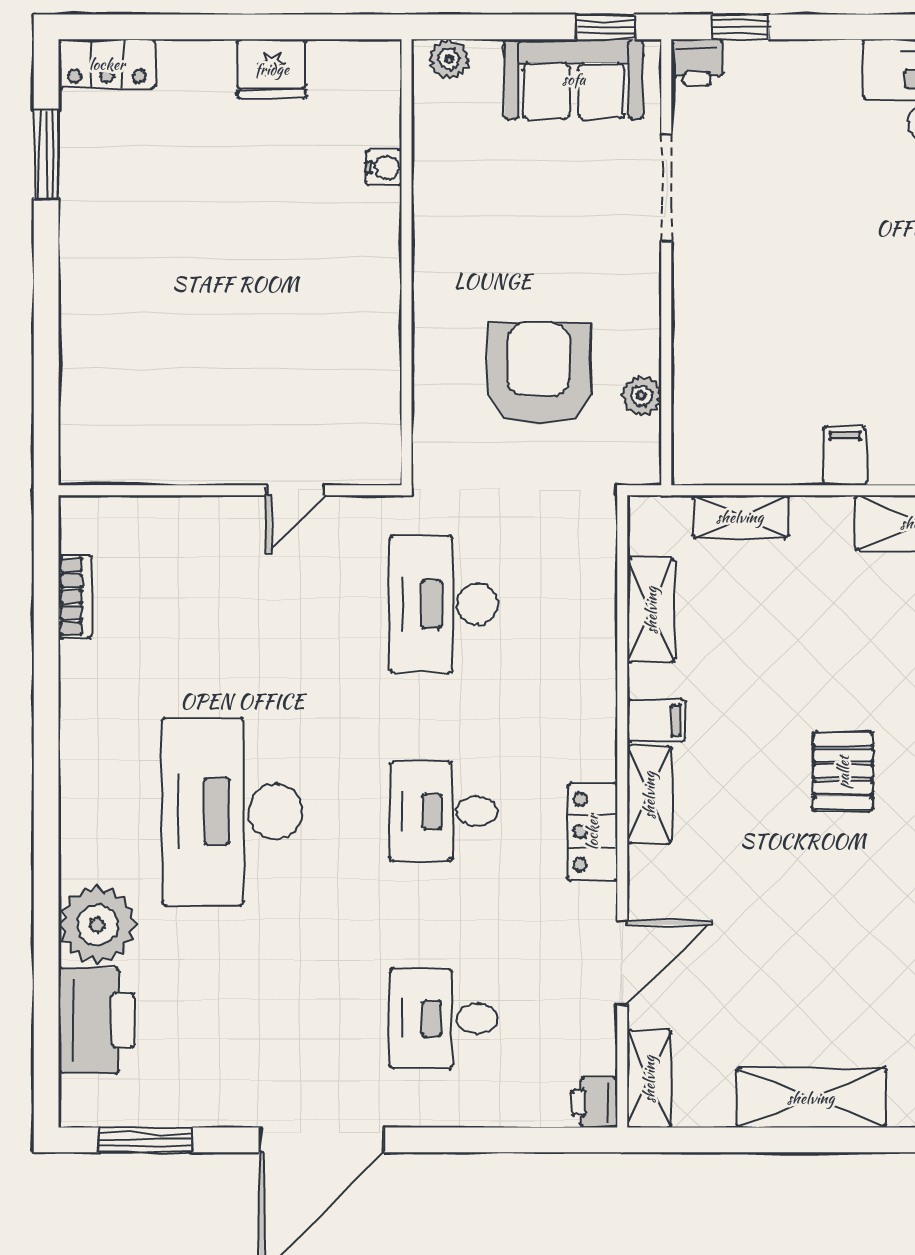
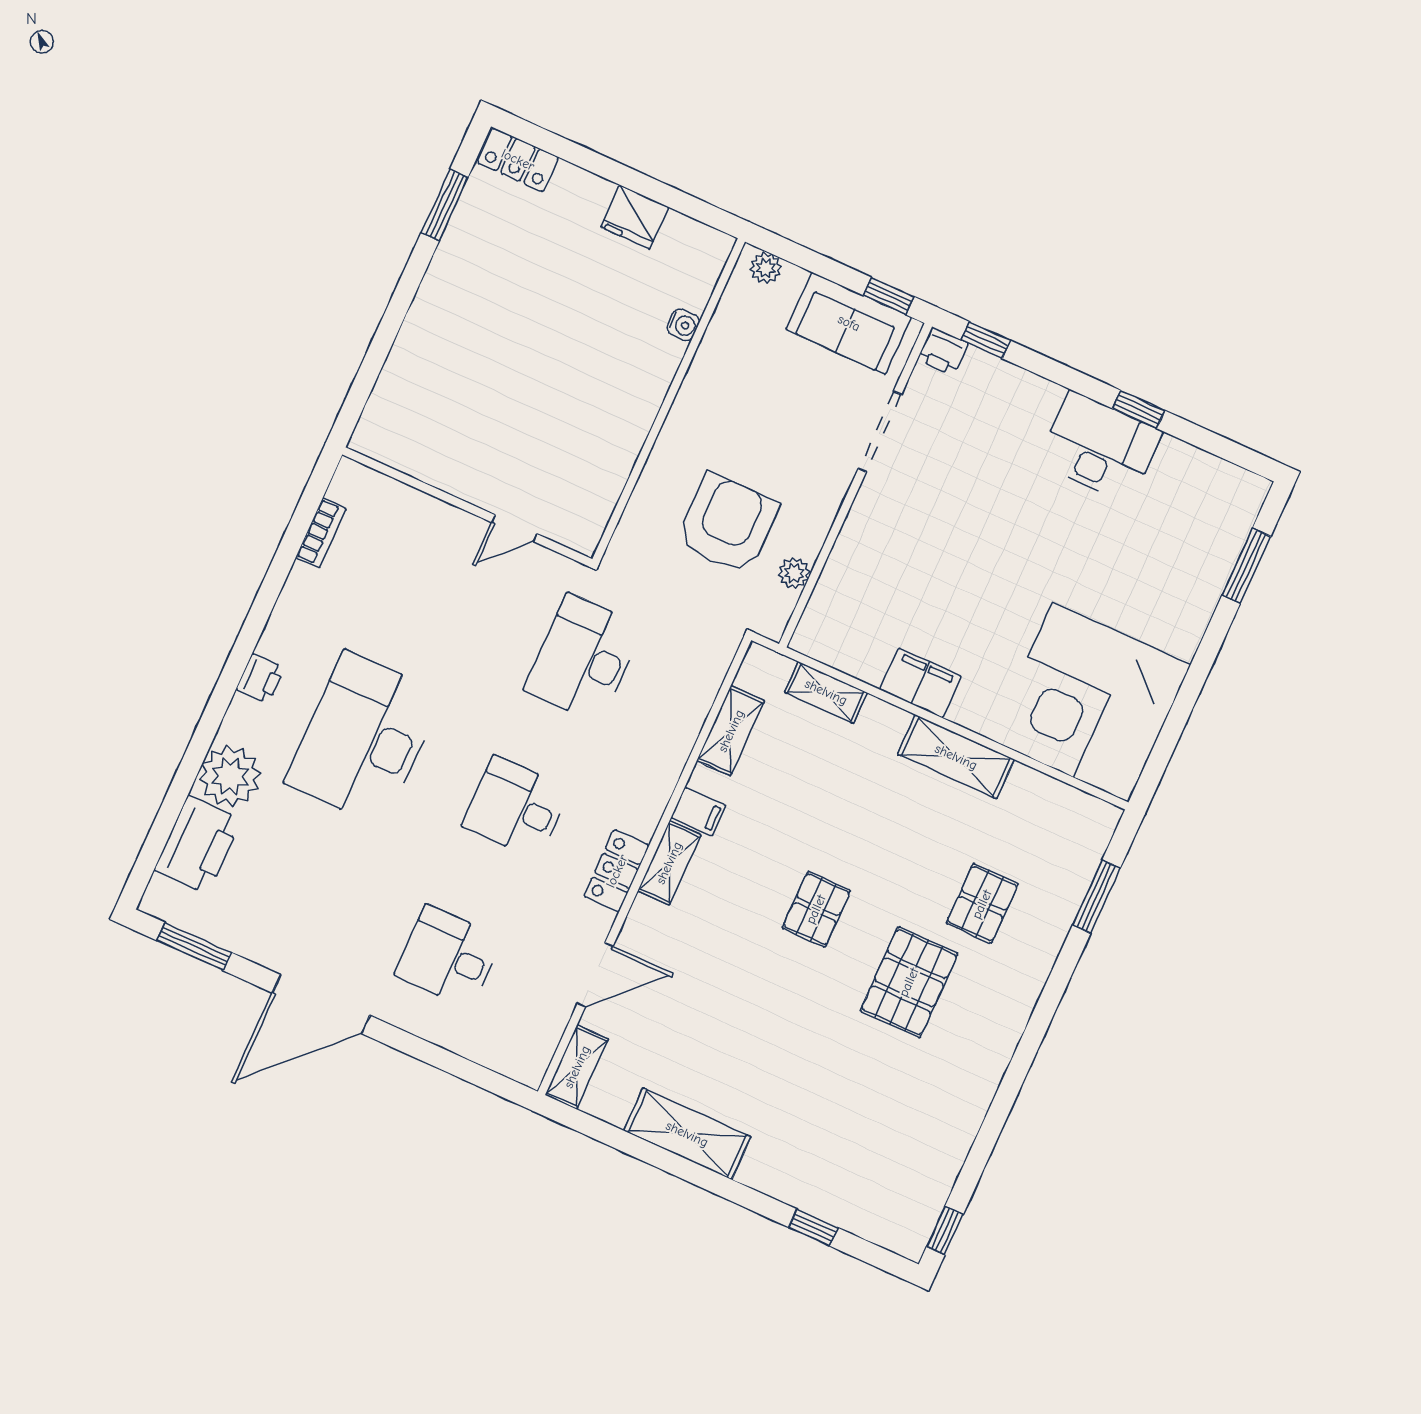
filing cabinet: (845, 456) -> (921, 683), width x2.00
printer: (594, 1102) -> (260, 679), moved, turned 180

